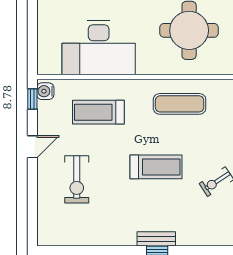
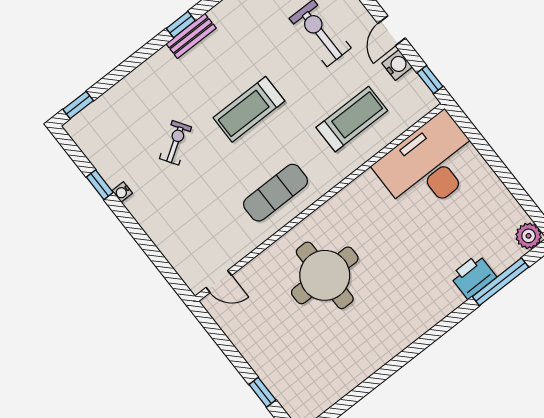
desk: (99, 48) -> (429, 165), moved
water cooler: (45, 91) -> (397, 65), moved

